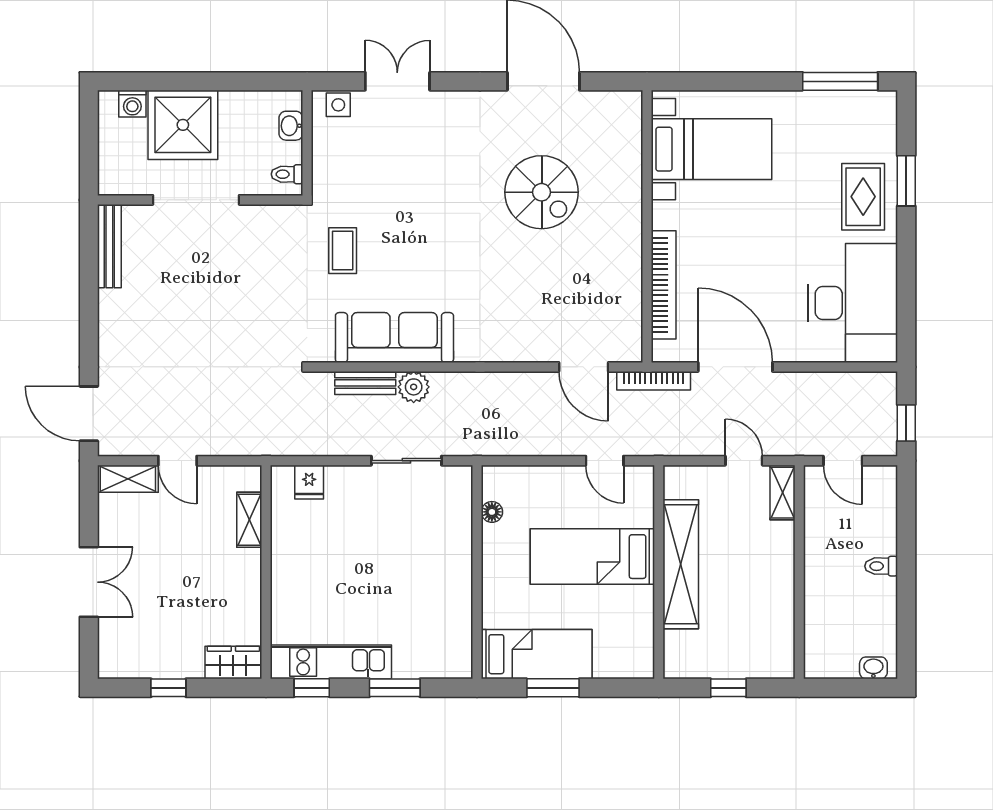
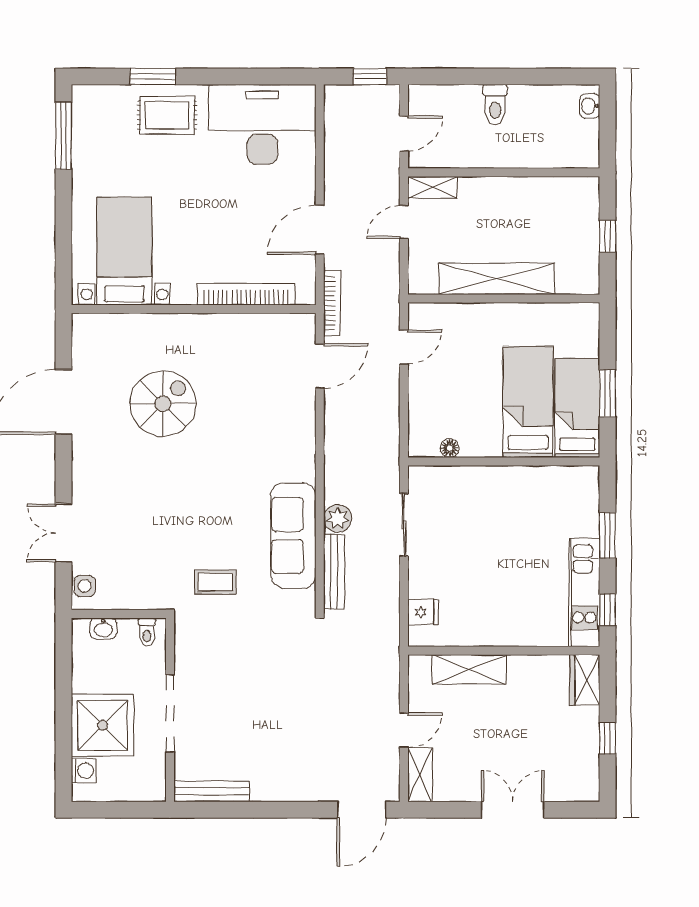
door: (735, 367) -> (320, 230), width x0.73
bench: (365, 383) -> (334, 572), width x1.36
shelving: (249, 520) -> (469, 669), width x1.50, depth x1.33
bed: (592, 557) -> (528, 402), moved, turned 180
toilet: (881, 566) -> (495, 105), width x1.37, depth x1.39

